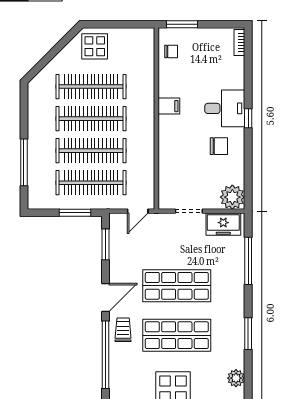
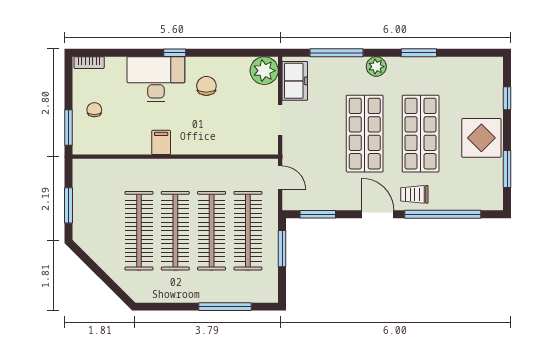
window: (113, 24) -> (69, 205), added
display table: (95, 46) -> (93, 226), removed
chair: (171, 52) -> (94, 110), moved
desk: (225, 108) -> (156, 79), width x1.37
plant: (236, 378) -> (376, 67), moved

